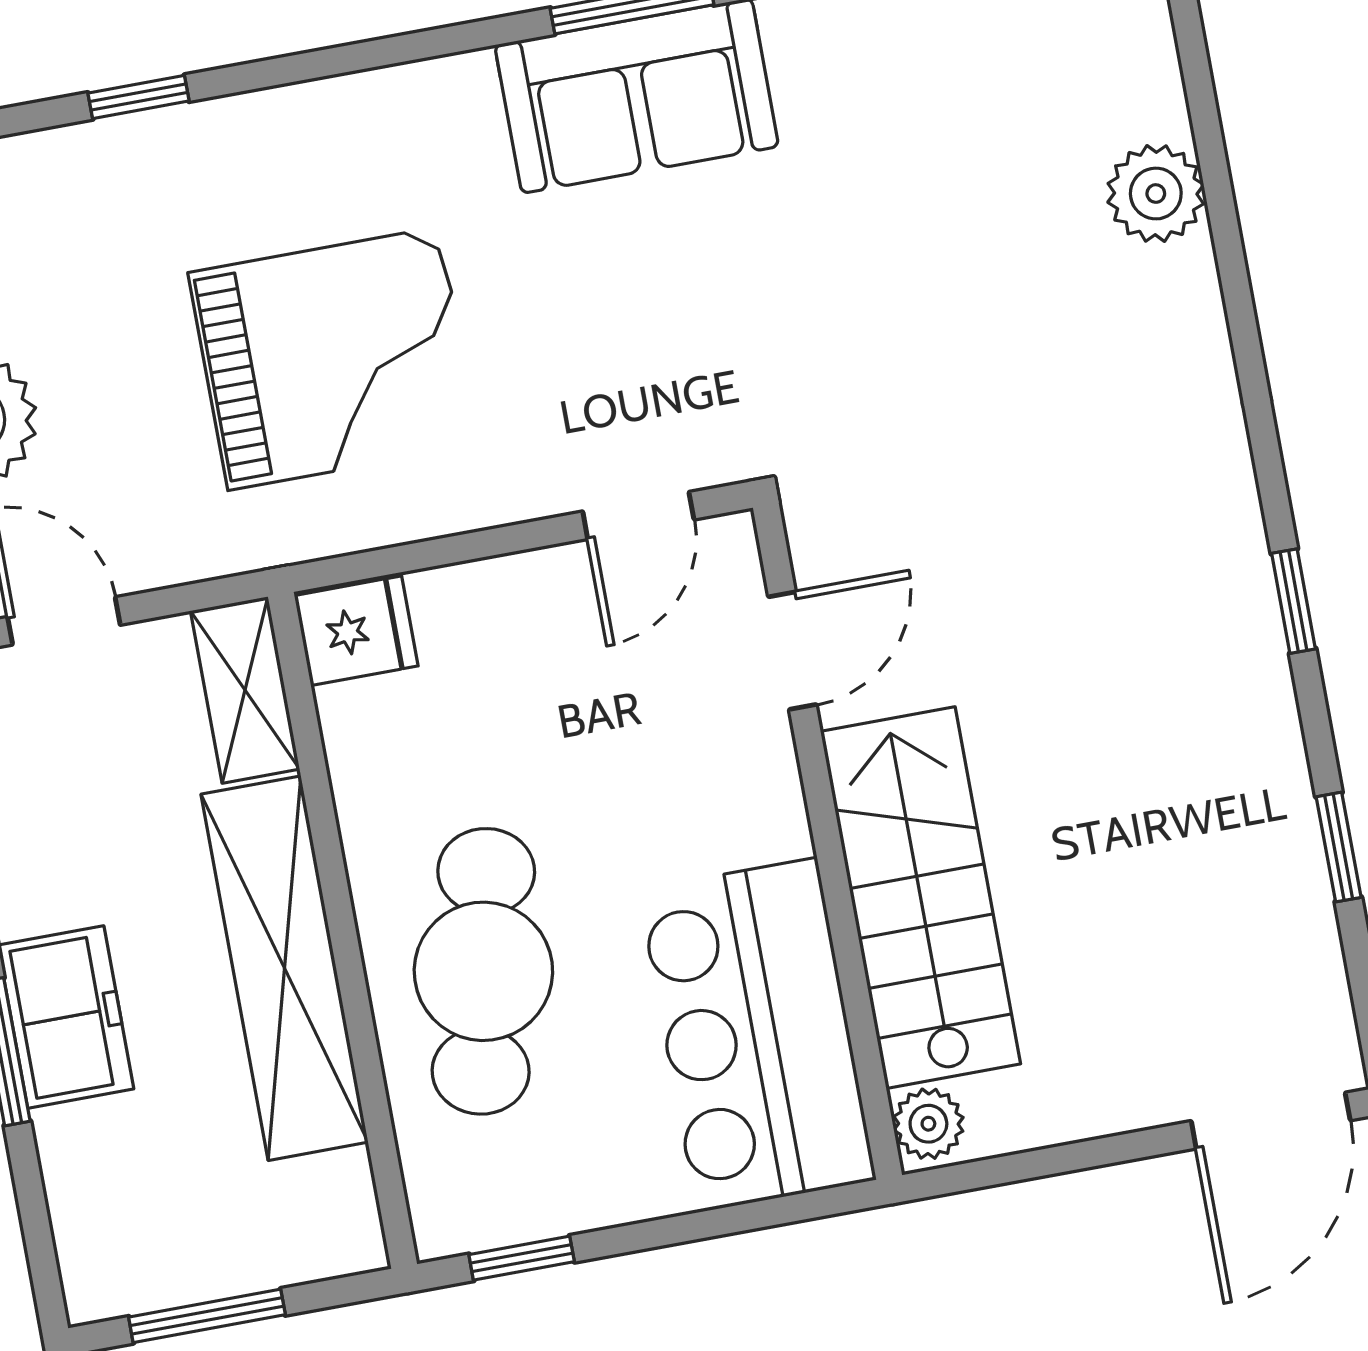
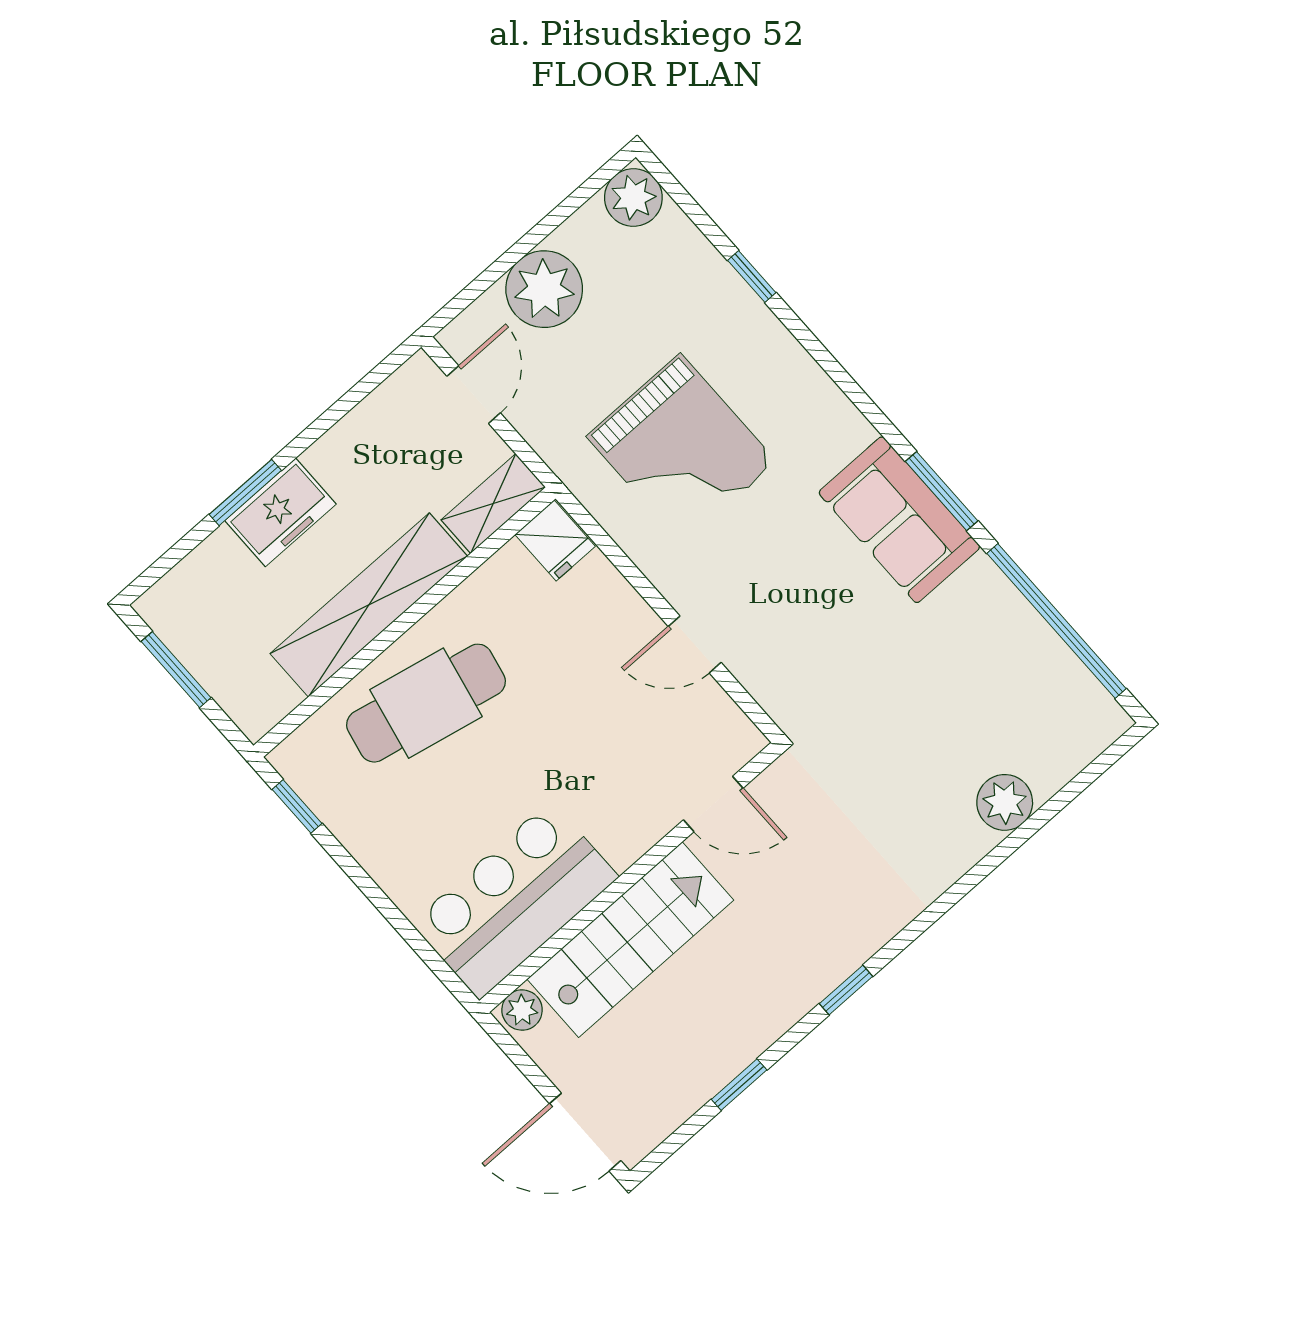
door: (792, 651) -> (713, 804), moved
wall: (827, 841) -> (630, 877), moved
stairs: (921, 898) -> (630, 940), moved
bar counter: (757, 1035) -> (515, 900), moved
plant: (928, 1124) -> (522, 1010), moved

